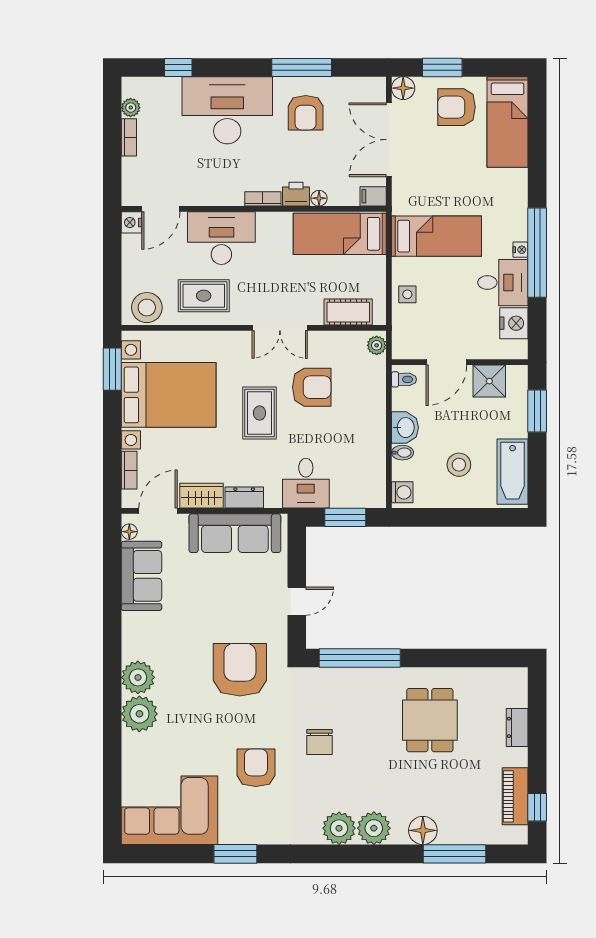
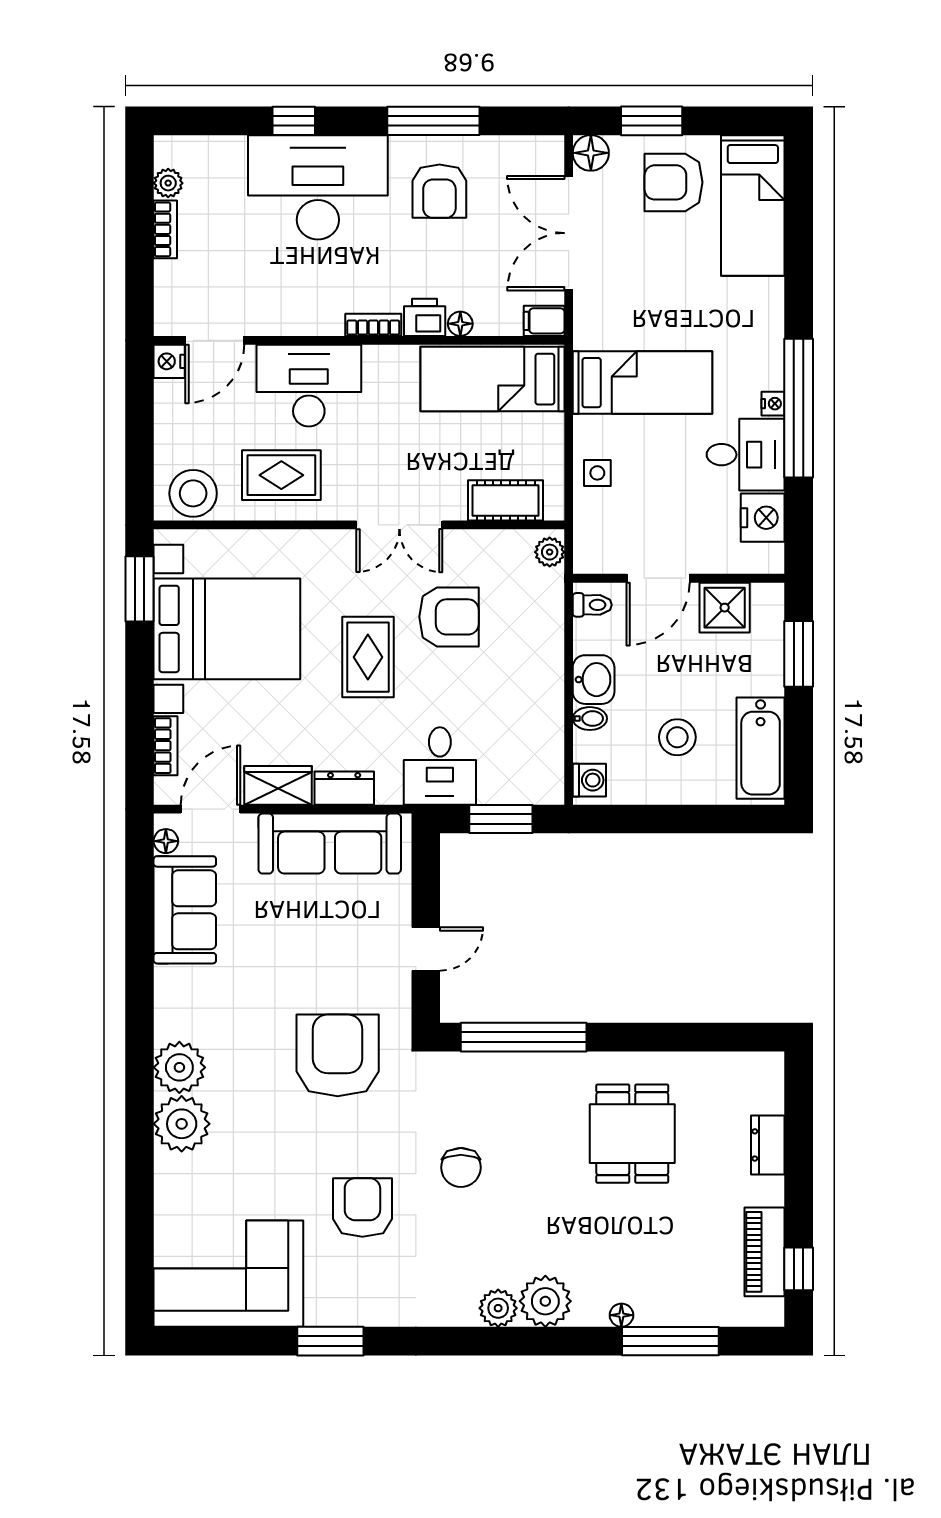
window: (178, 67) -> (294, 121), moved
plant: (339, 828) -> (498, 1308), width x0.73, depth x0.73
floor lamp: (423, 830) -> (621, 1315), width x0.53, depth x0.53

